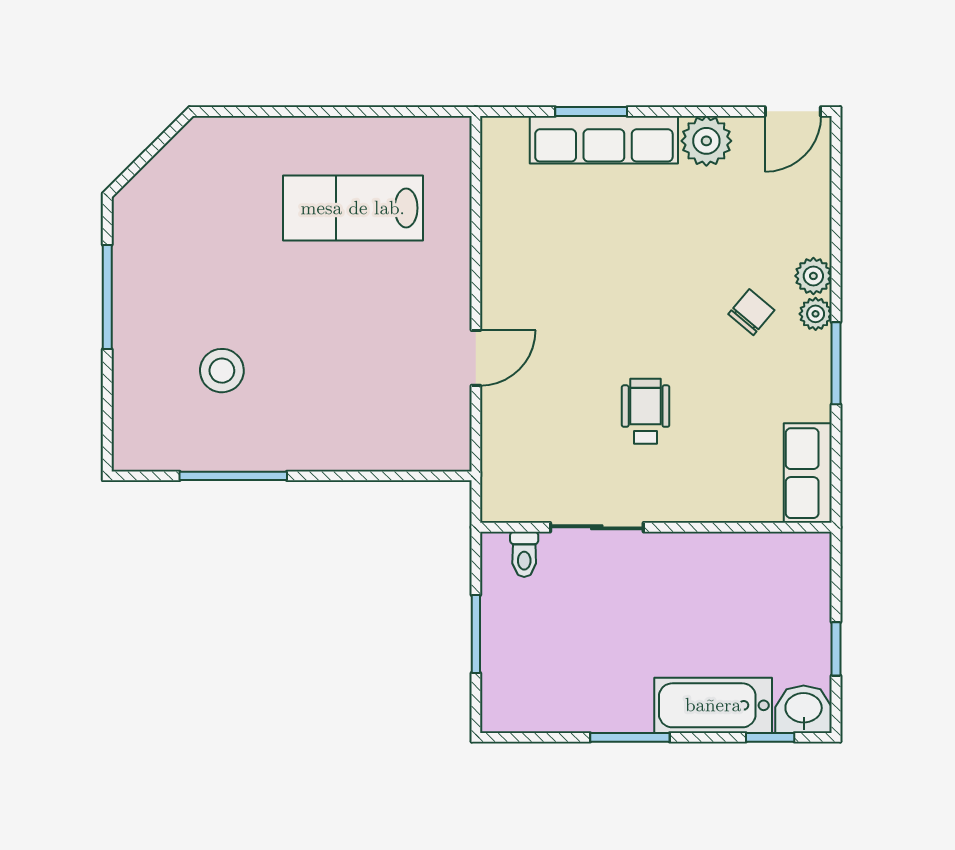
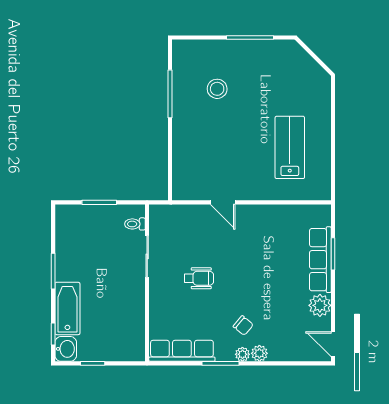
row of seats: (808, 473) -> (182, 351), width x1.48

